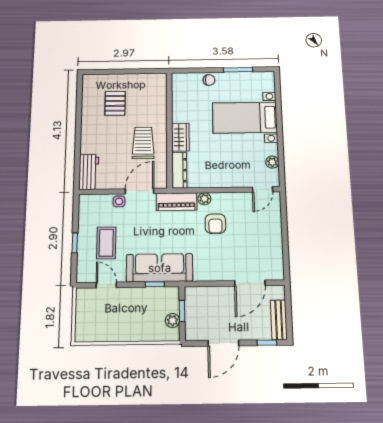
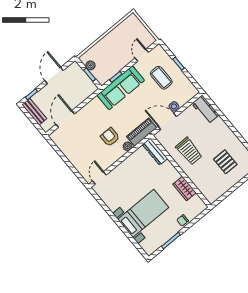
wardrobe: (180, 137) -> (185, 189), moved
plant: (272, 162) -> (106, 199), removed
door: (140, 191) -> (167, 121), swing flipped
door: (106, 285) -> (142, 55), swing flipped

